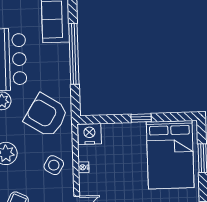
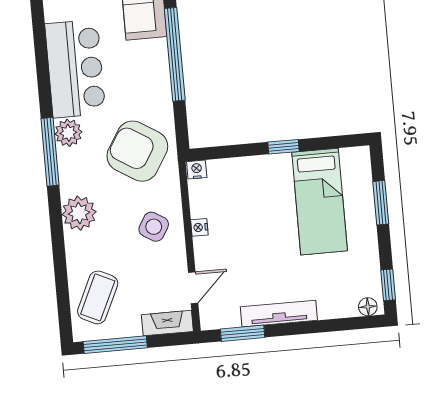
nightstand: (89, 134) -> (197, 170), width x0.53, depth x0.56
bed: (170, 155) -> (320, 202), width x0.67

